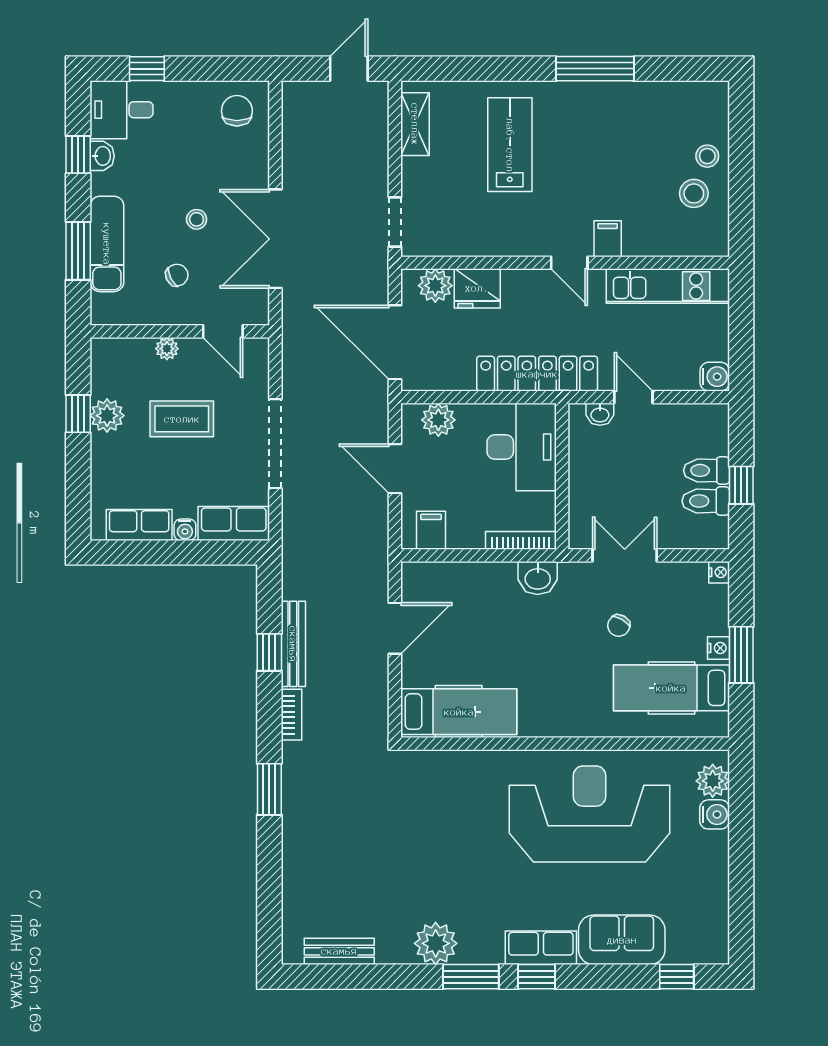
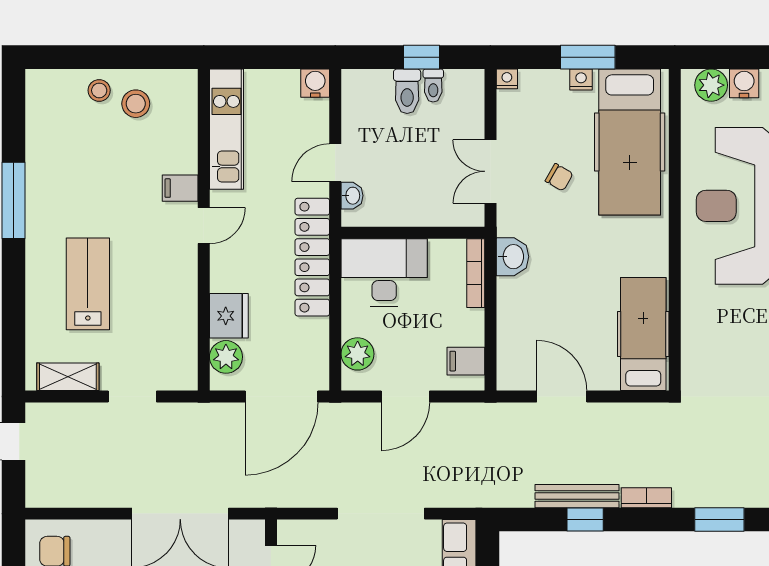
lab bench: (510, 145) -> (88, 284), turned 90
doorway: (395, 222) -> (132, 397), moved
toilet: (706, 501) -> (433, 86), width x0.73, depth x0.72
hospital bed: (671, 688) -> (630, 142), width x1.37, depth x1.29

